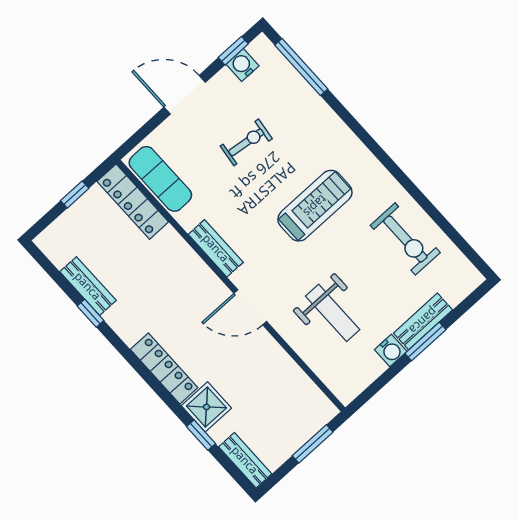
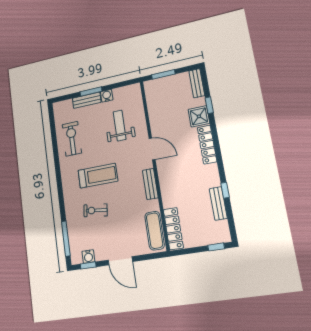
exercise bike: (246, 142) -> (96, 210), moved
window: (75, 194) -> (216, 247), moved
treadmill: (315, 206) -> (98, 176), turned 180

